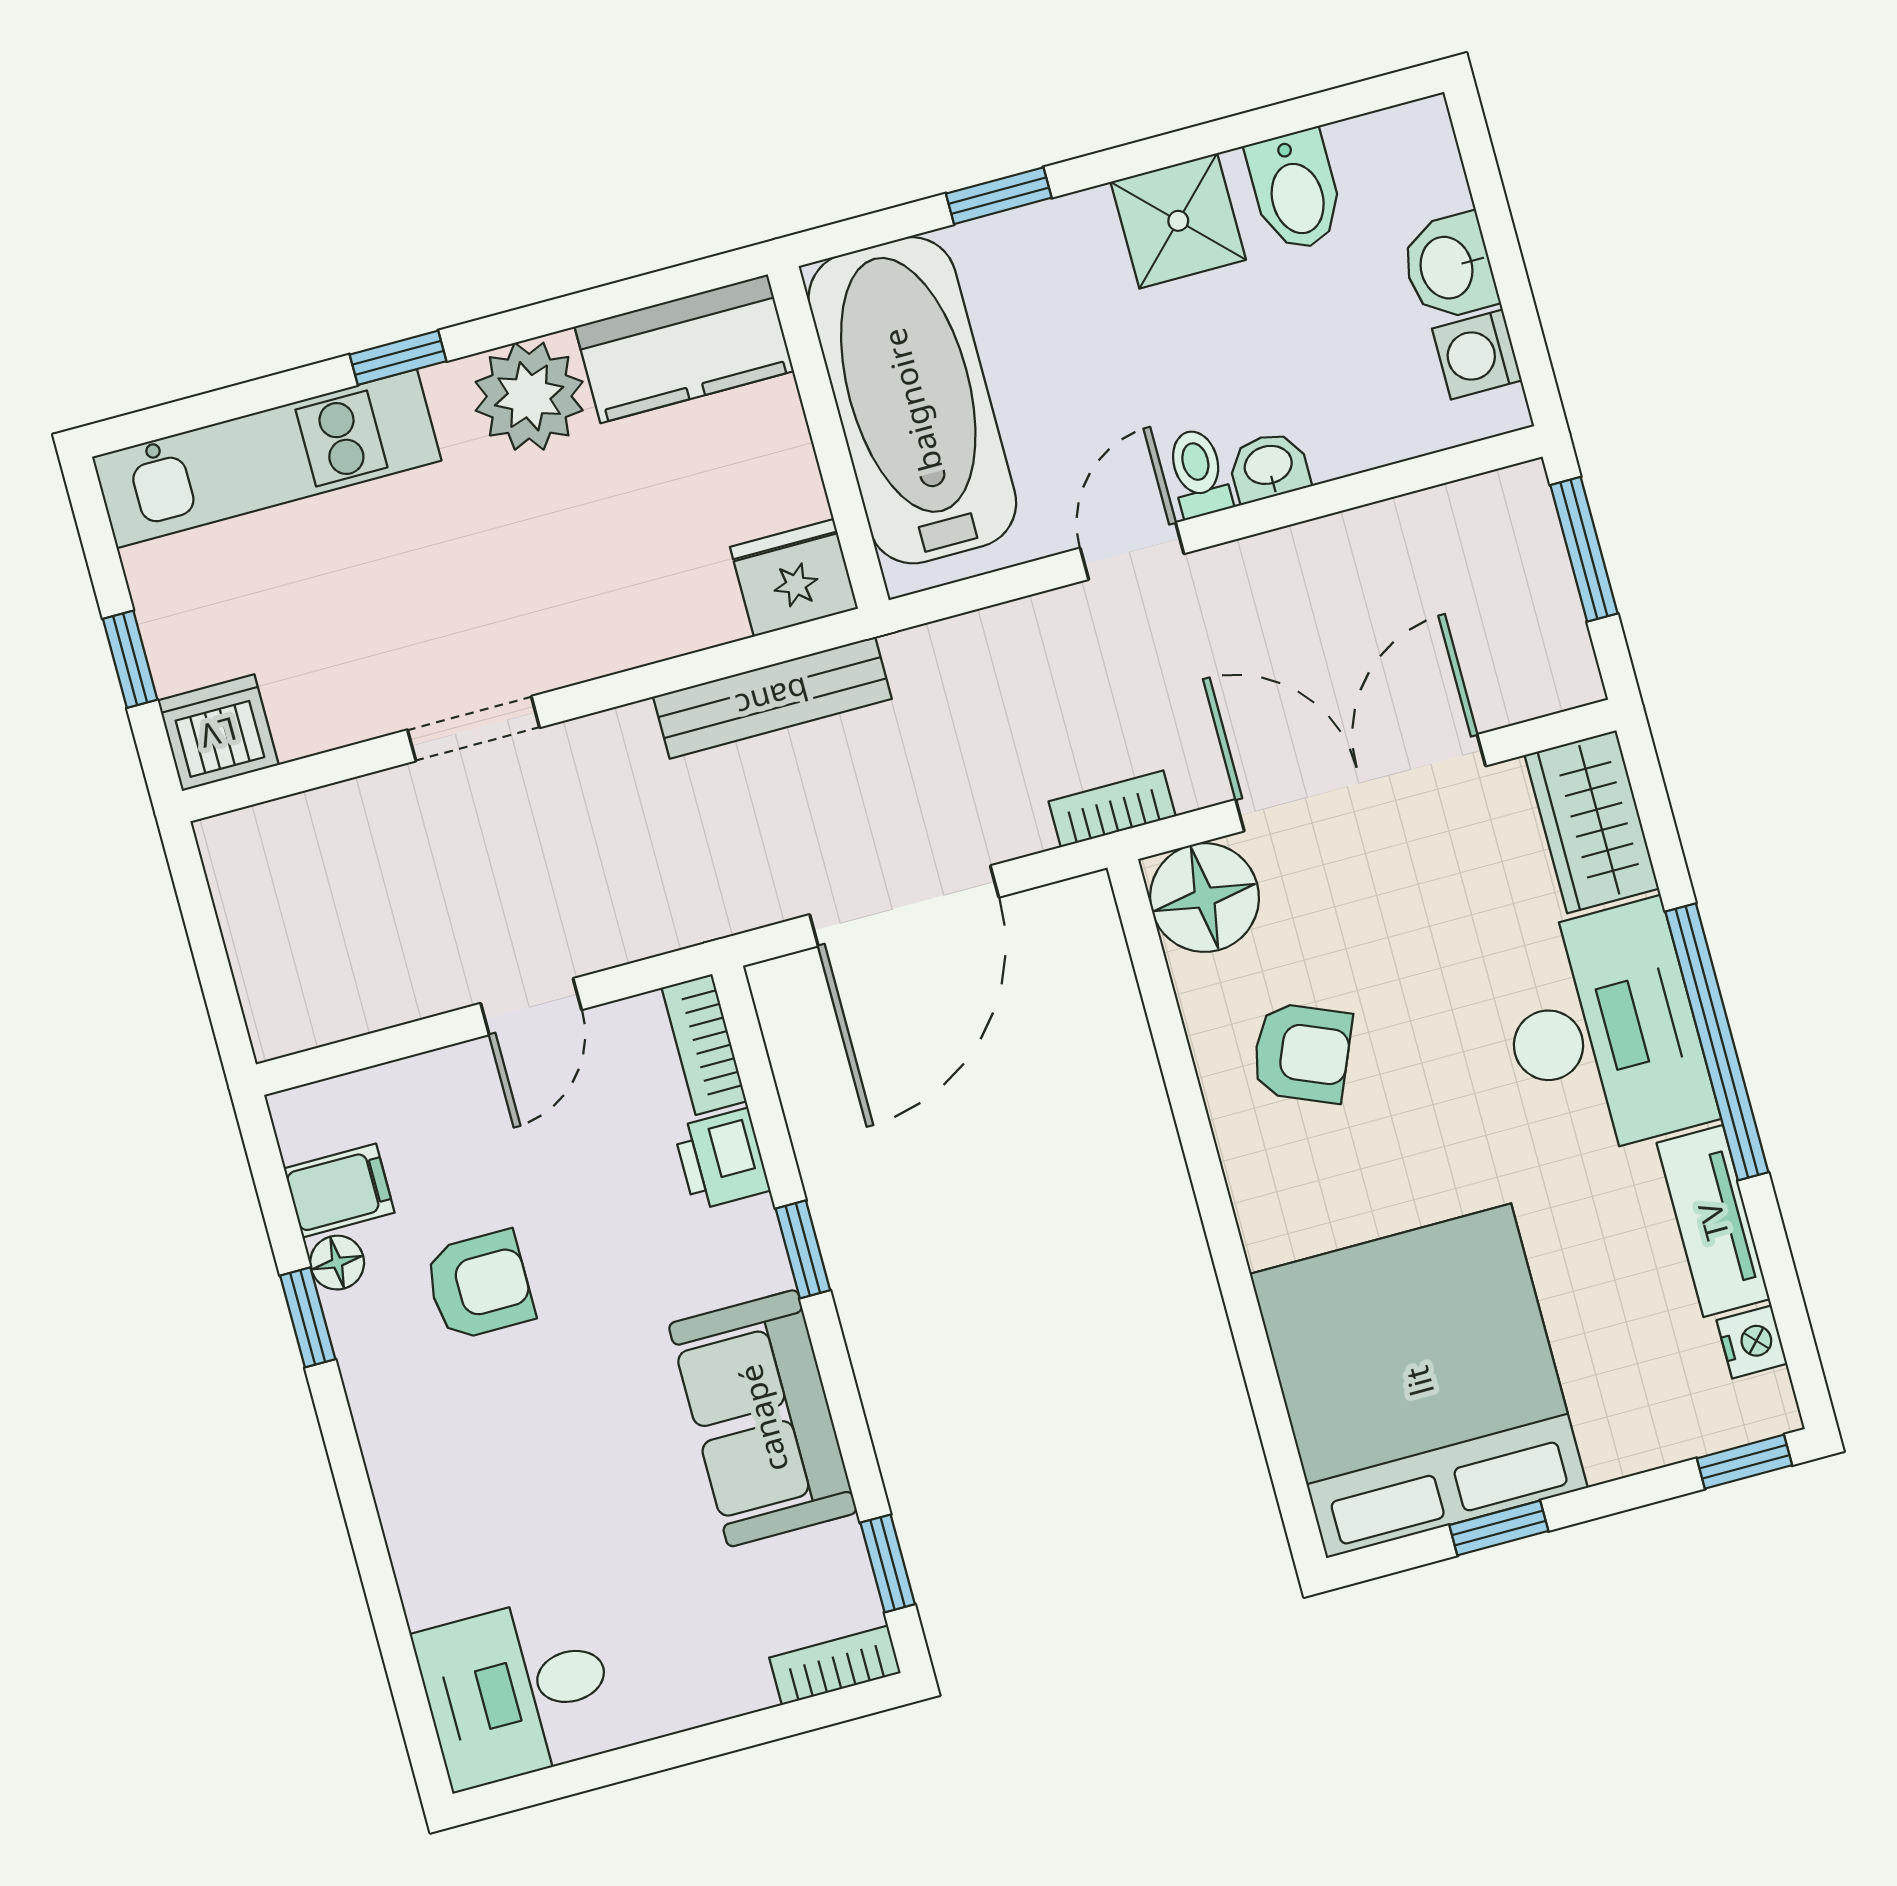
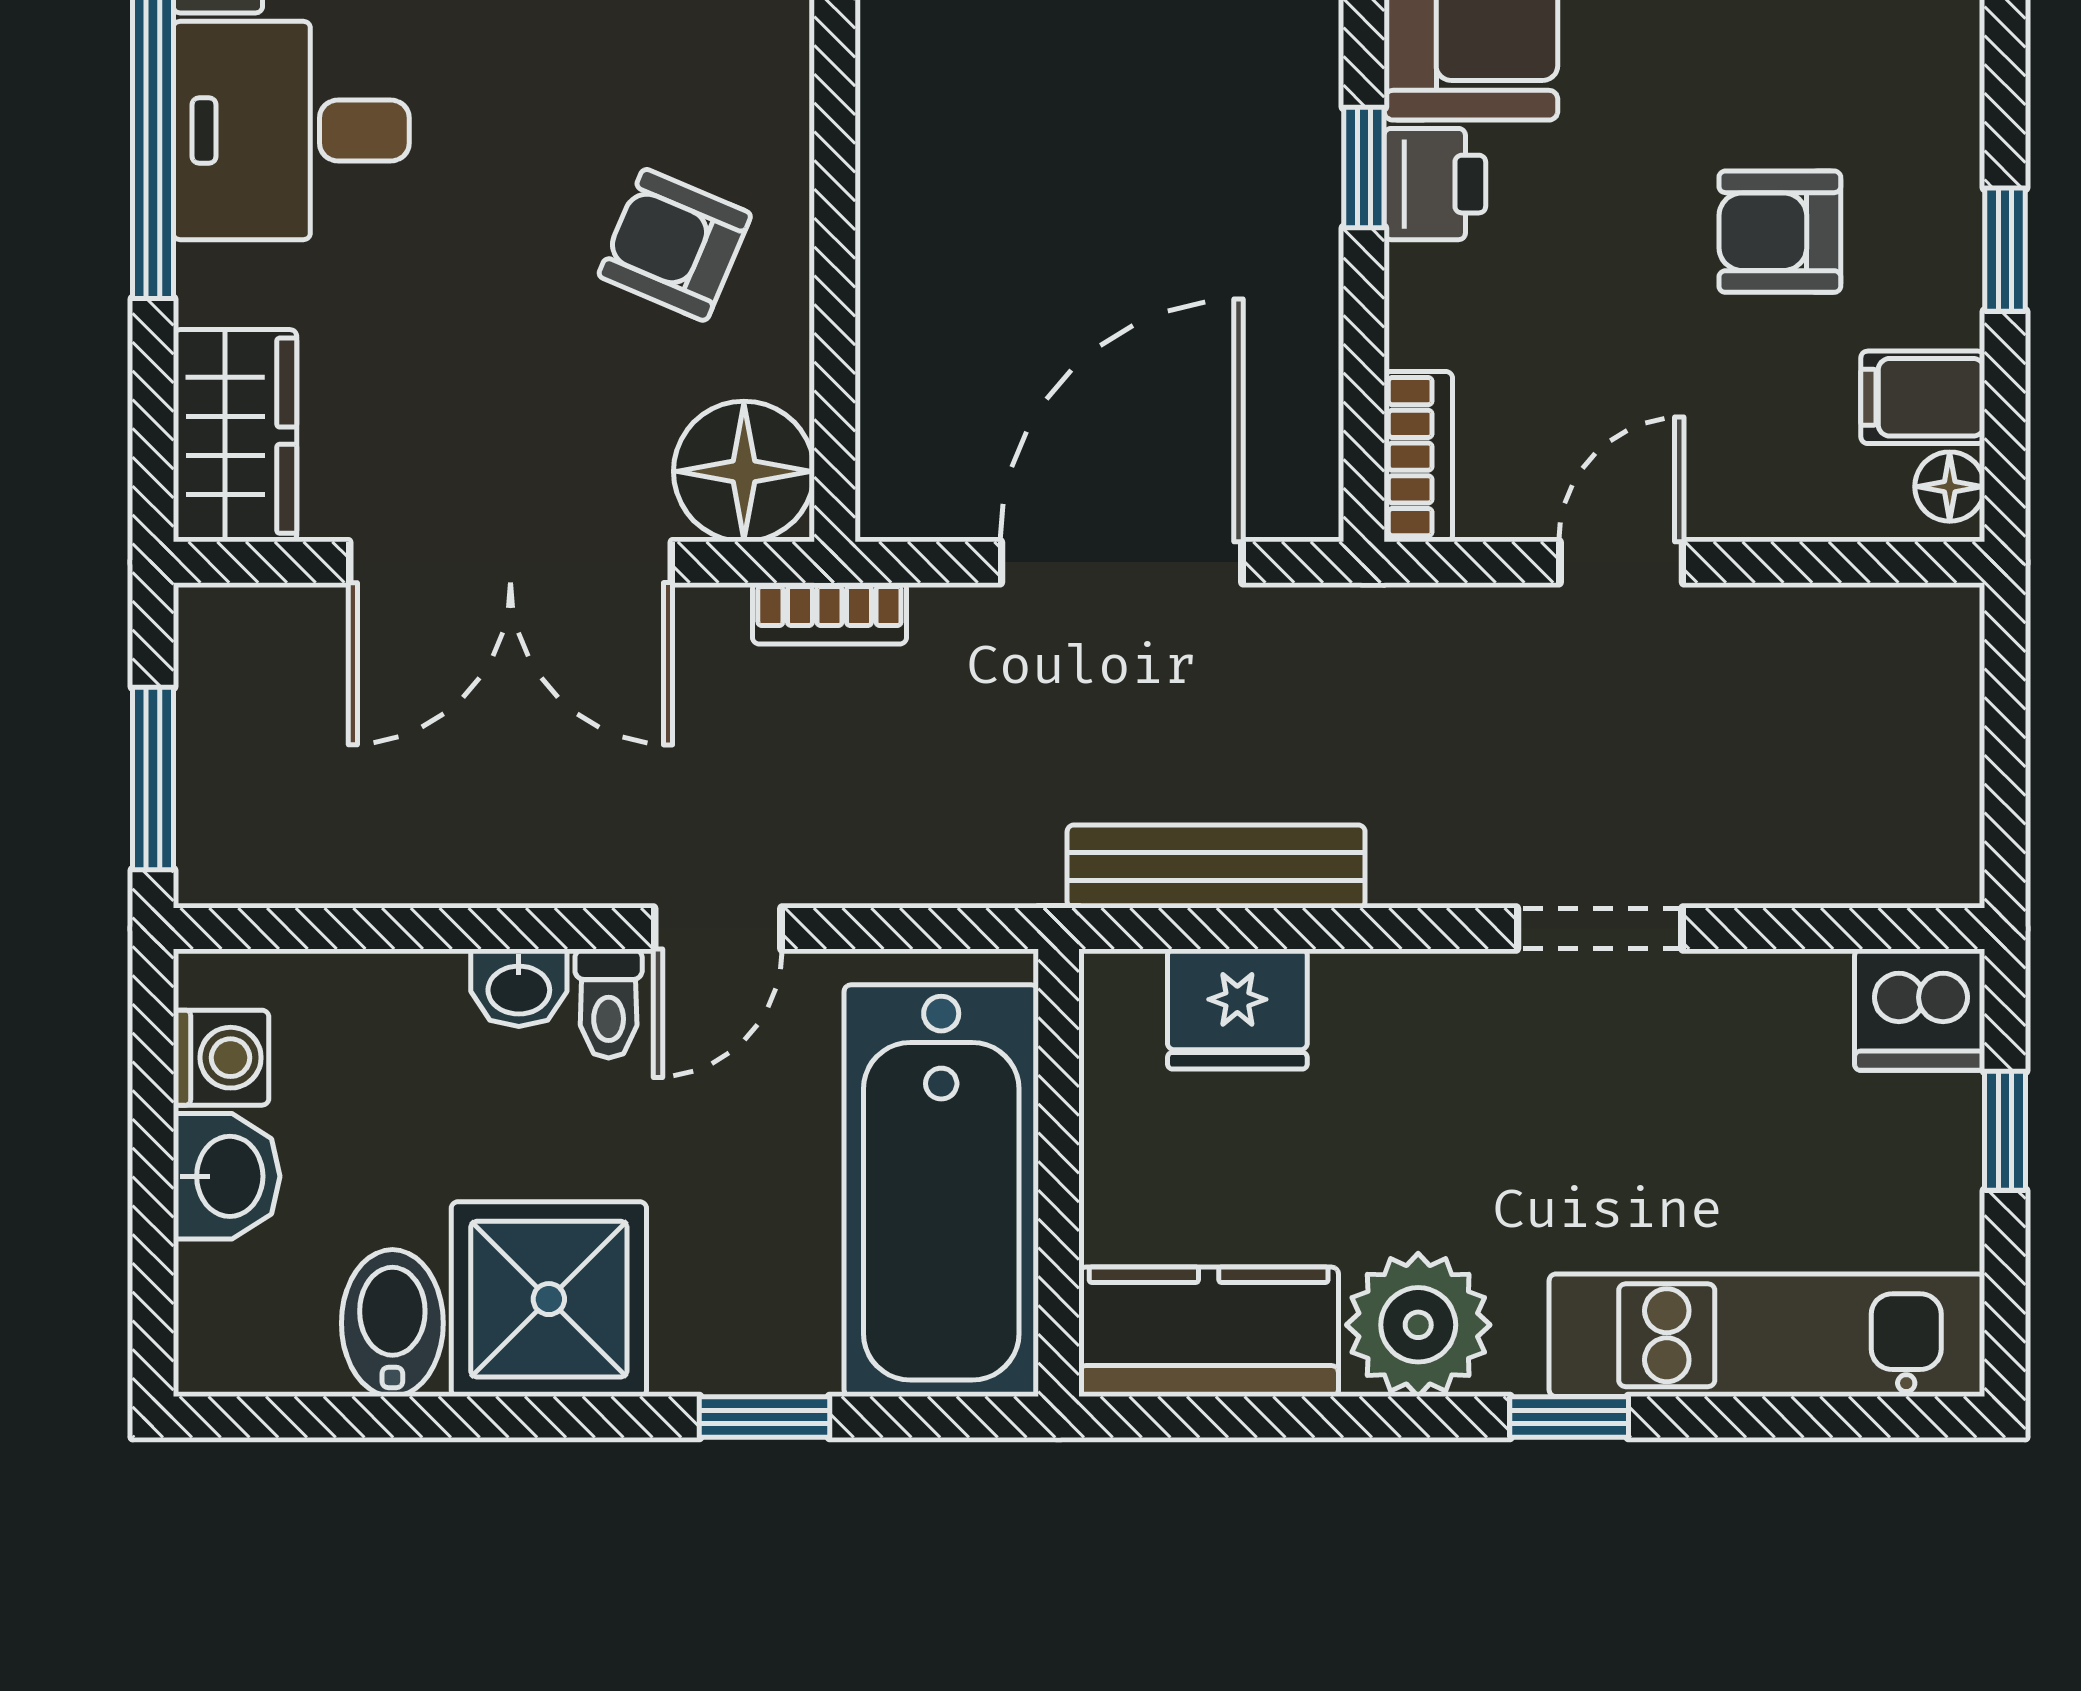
shower: (1178, 221) -> (549, 1299), width x1.36, depth x1.36
fridge: (794, 578) -> (1237, 1009), moved
desk: (1603, 1031) -> (291, 131), width x0.73
printer: (722, 1159) -> (1435, 184), moved
floor lamp: (337, 1263) -> (1950, 487), moved

